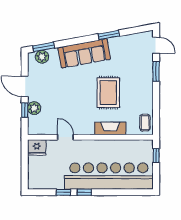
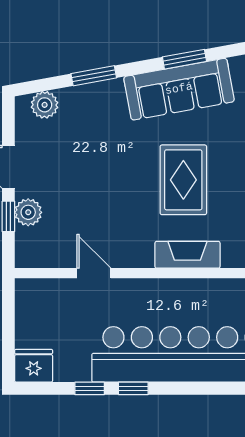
window: (44, 47) -> (94, 76), moved
sofa: (84, 53) -> (179, 89), moved
fridge: (37, 147) -> (34, 366), moved, turned 180

